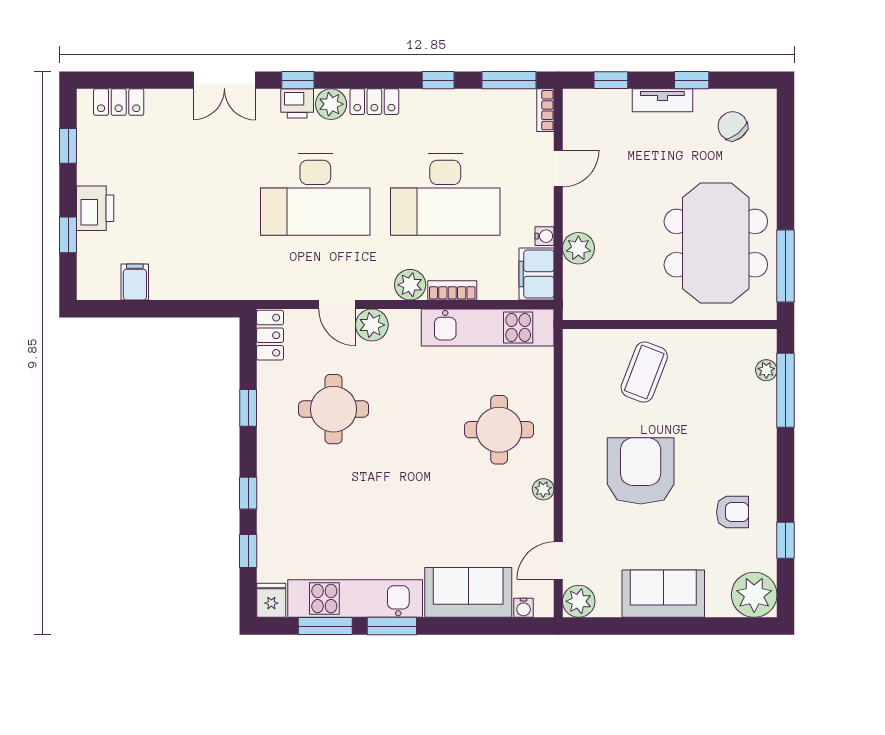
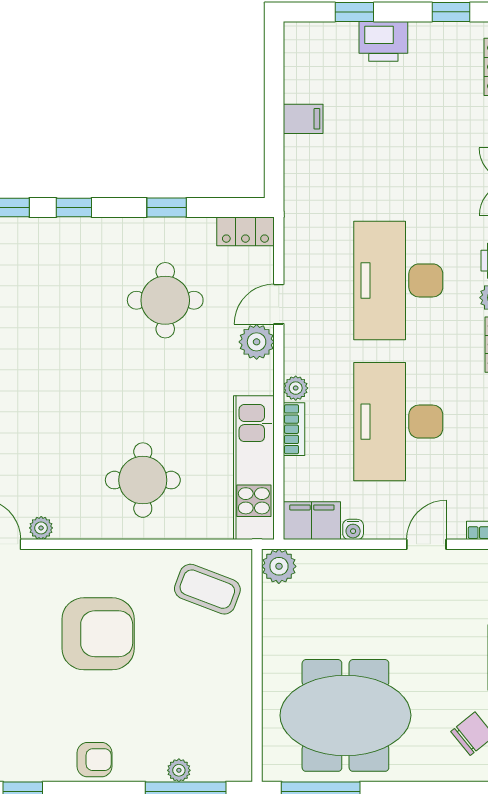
door: (558, 169) -> (426, 544), swing flipped
plant: (578, 248) -> (279, 566), moved
filing cabinet: (135, 282) -> (303, 119), moved
plant: (410, 285) -> (296, 388), width x0.73, depth x0.73
plant: (766, 370) -> (179, 770), moved
coffee table: (644, 372) -> (207, 589), moved
plant: (543, 489) -> (41, 528), moved
armchair: (733, 512) -> (94, 760), moved, turned -90

